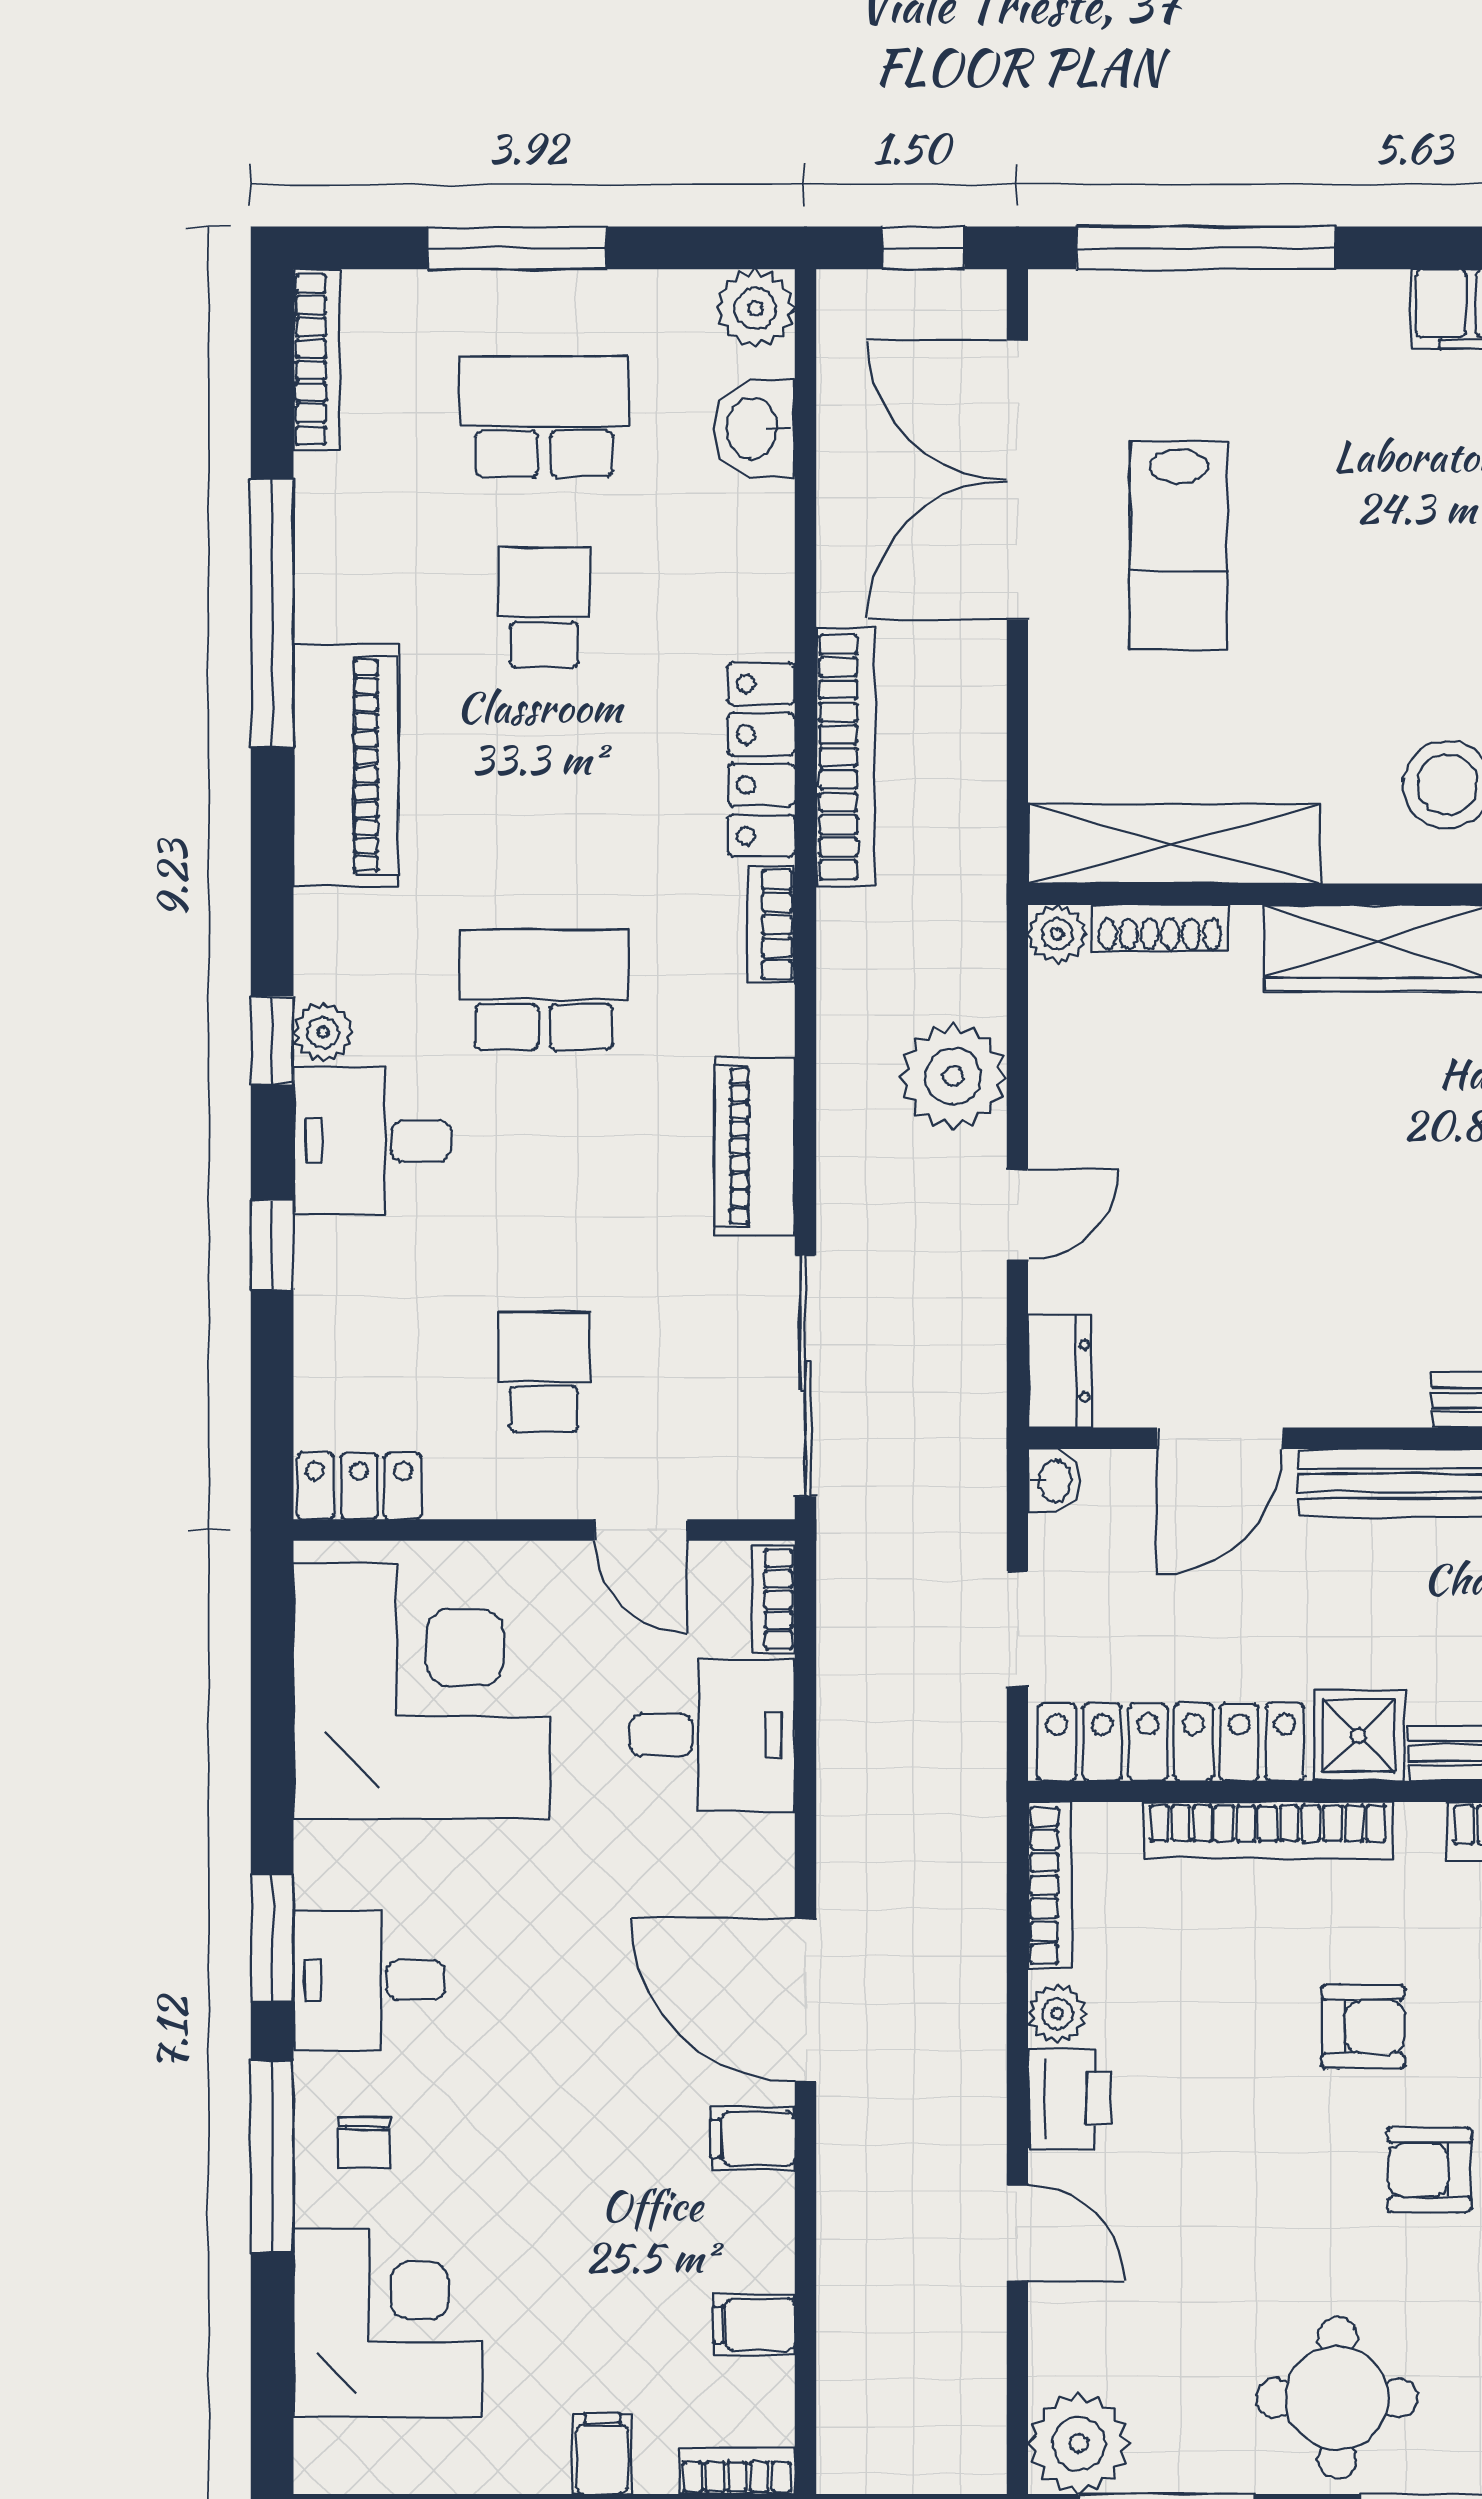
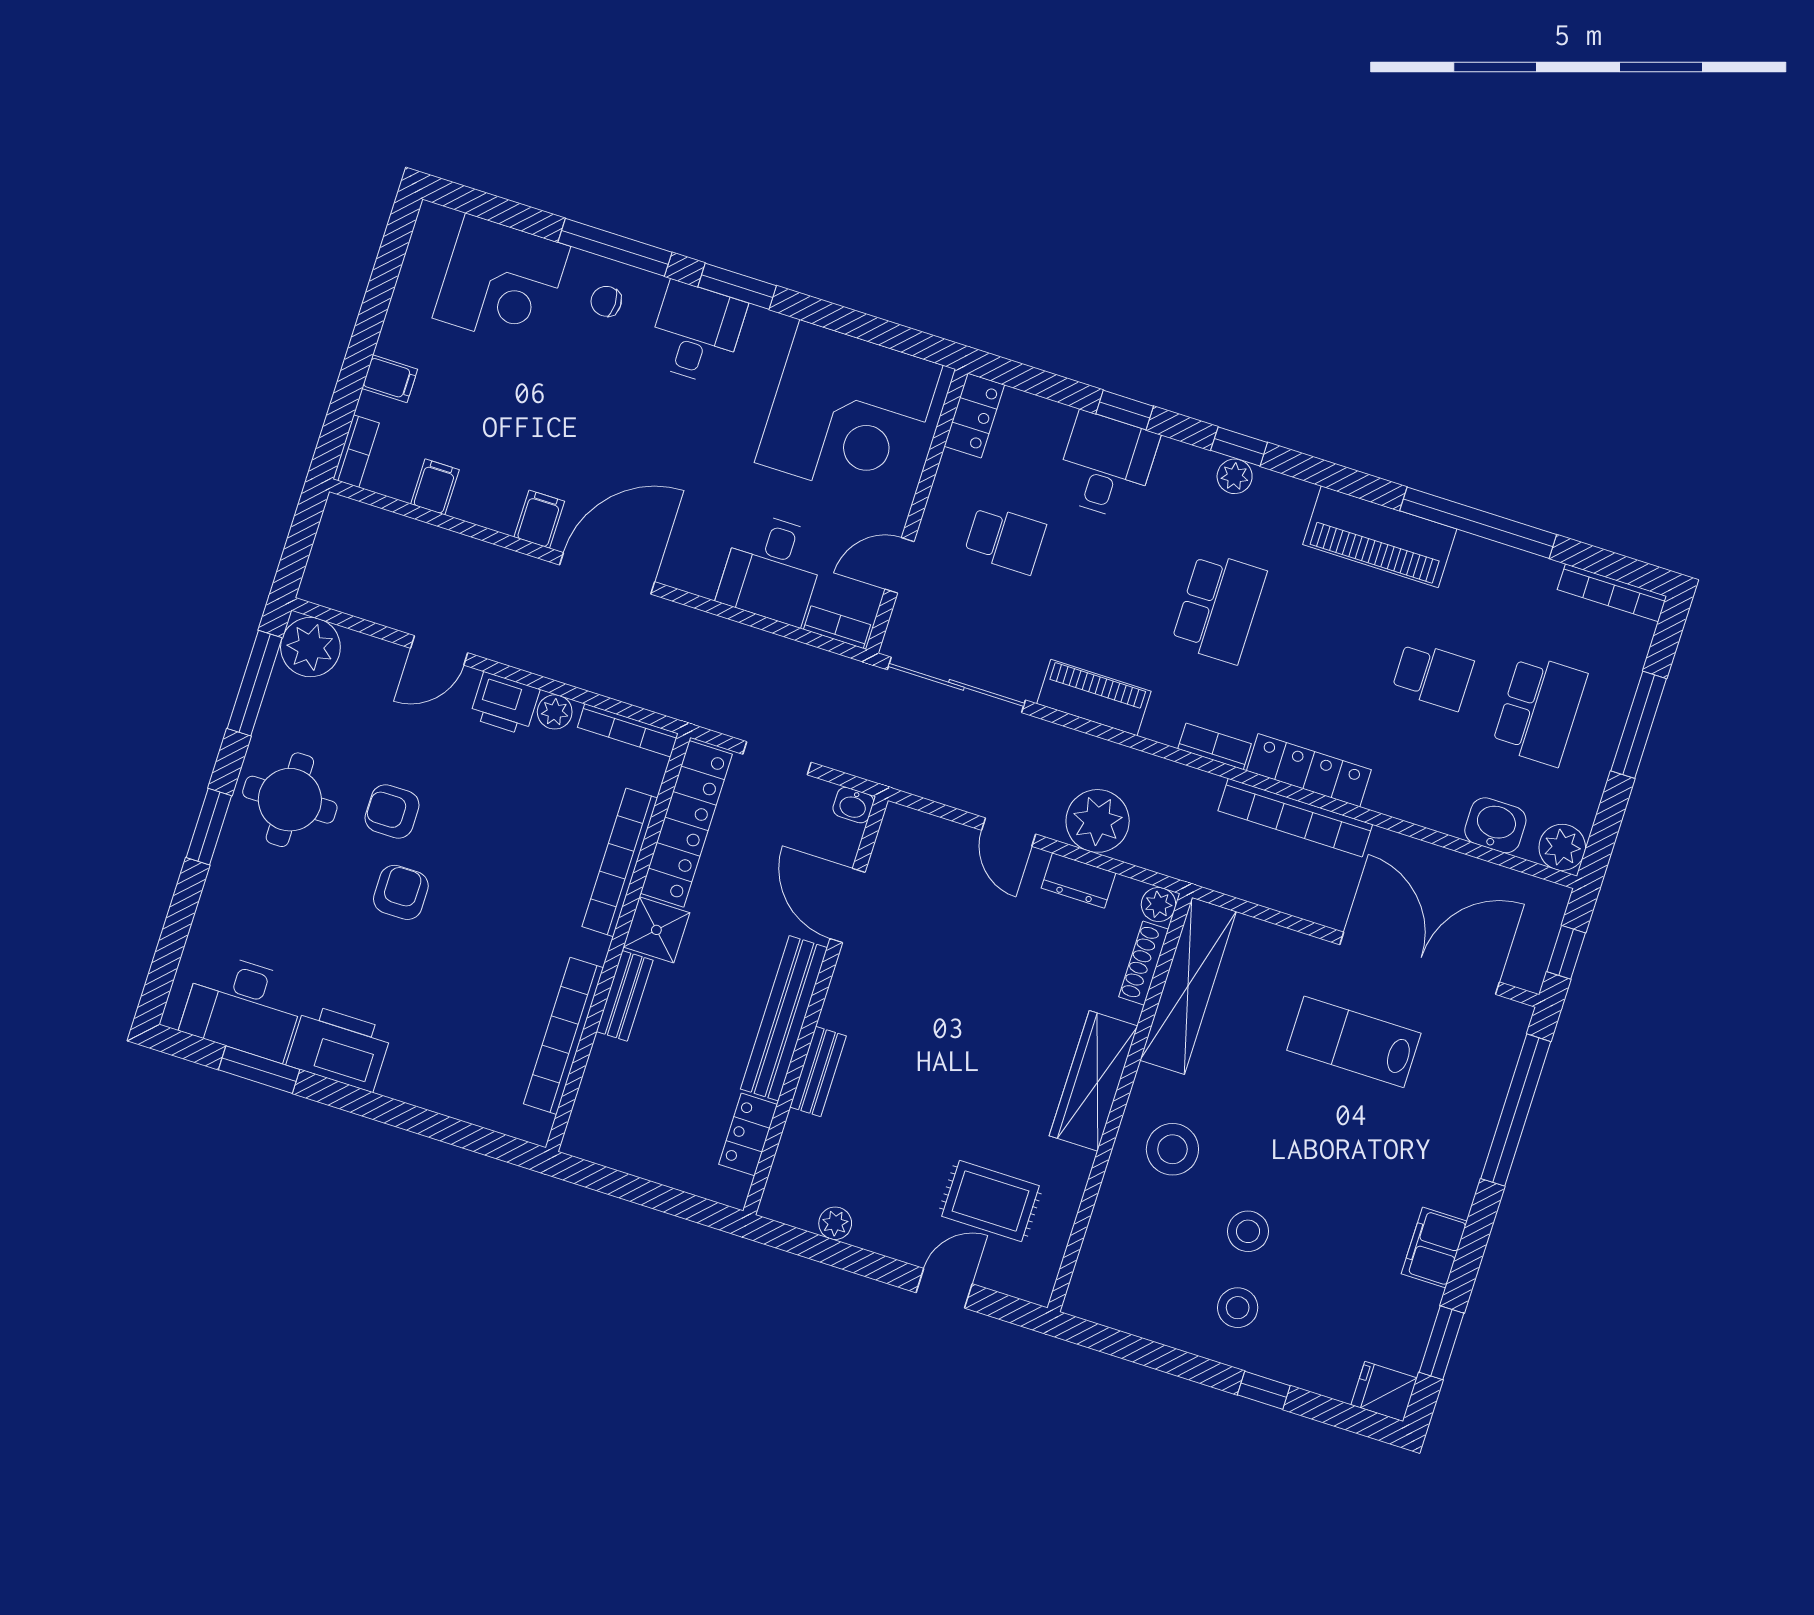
desk: (372, 1141) -> (1106, 466), moved
dresser: (1060, 1371) -> (1078, 881), moved
armchair: (1363, 2027) -> (392, 811), moved, turned 90

